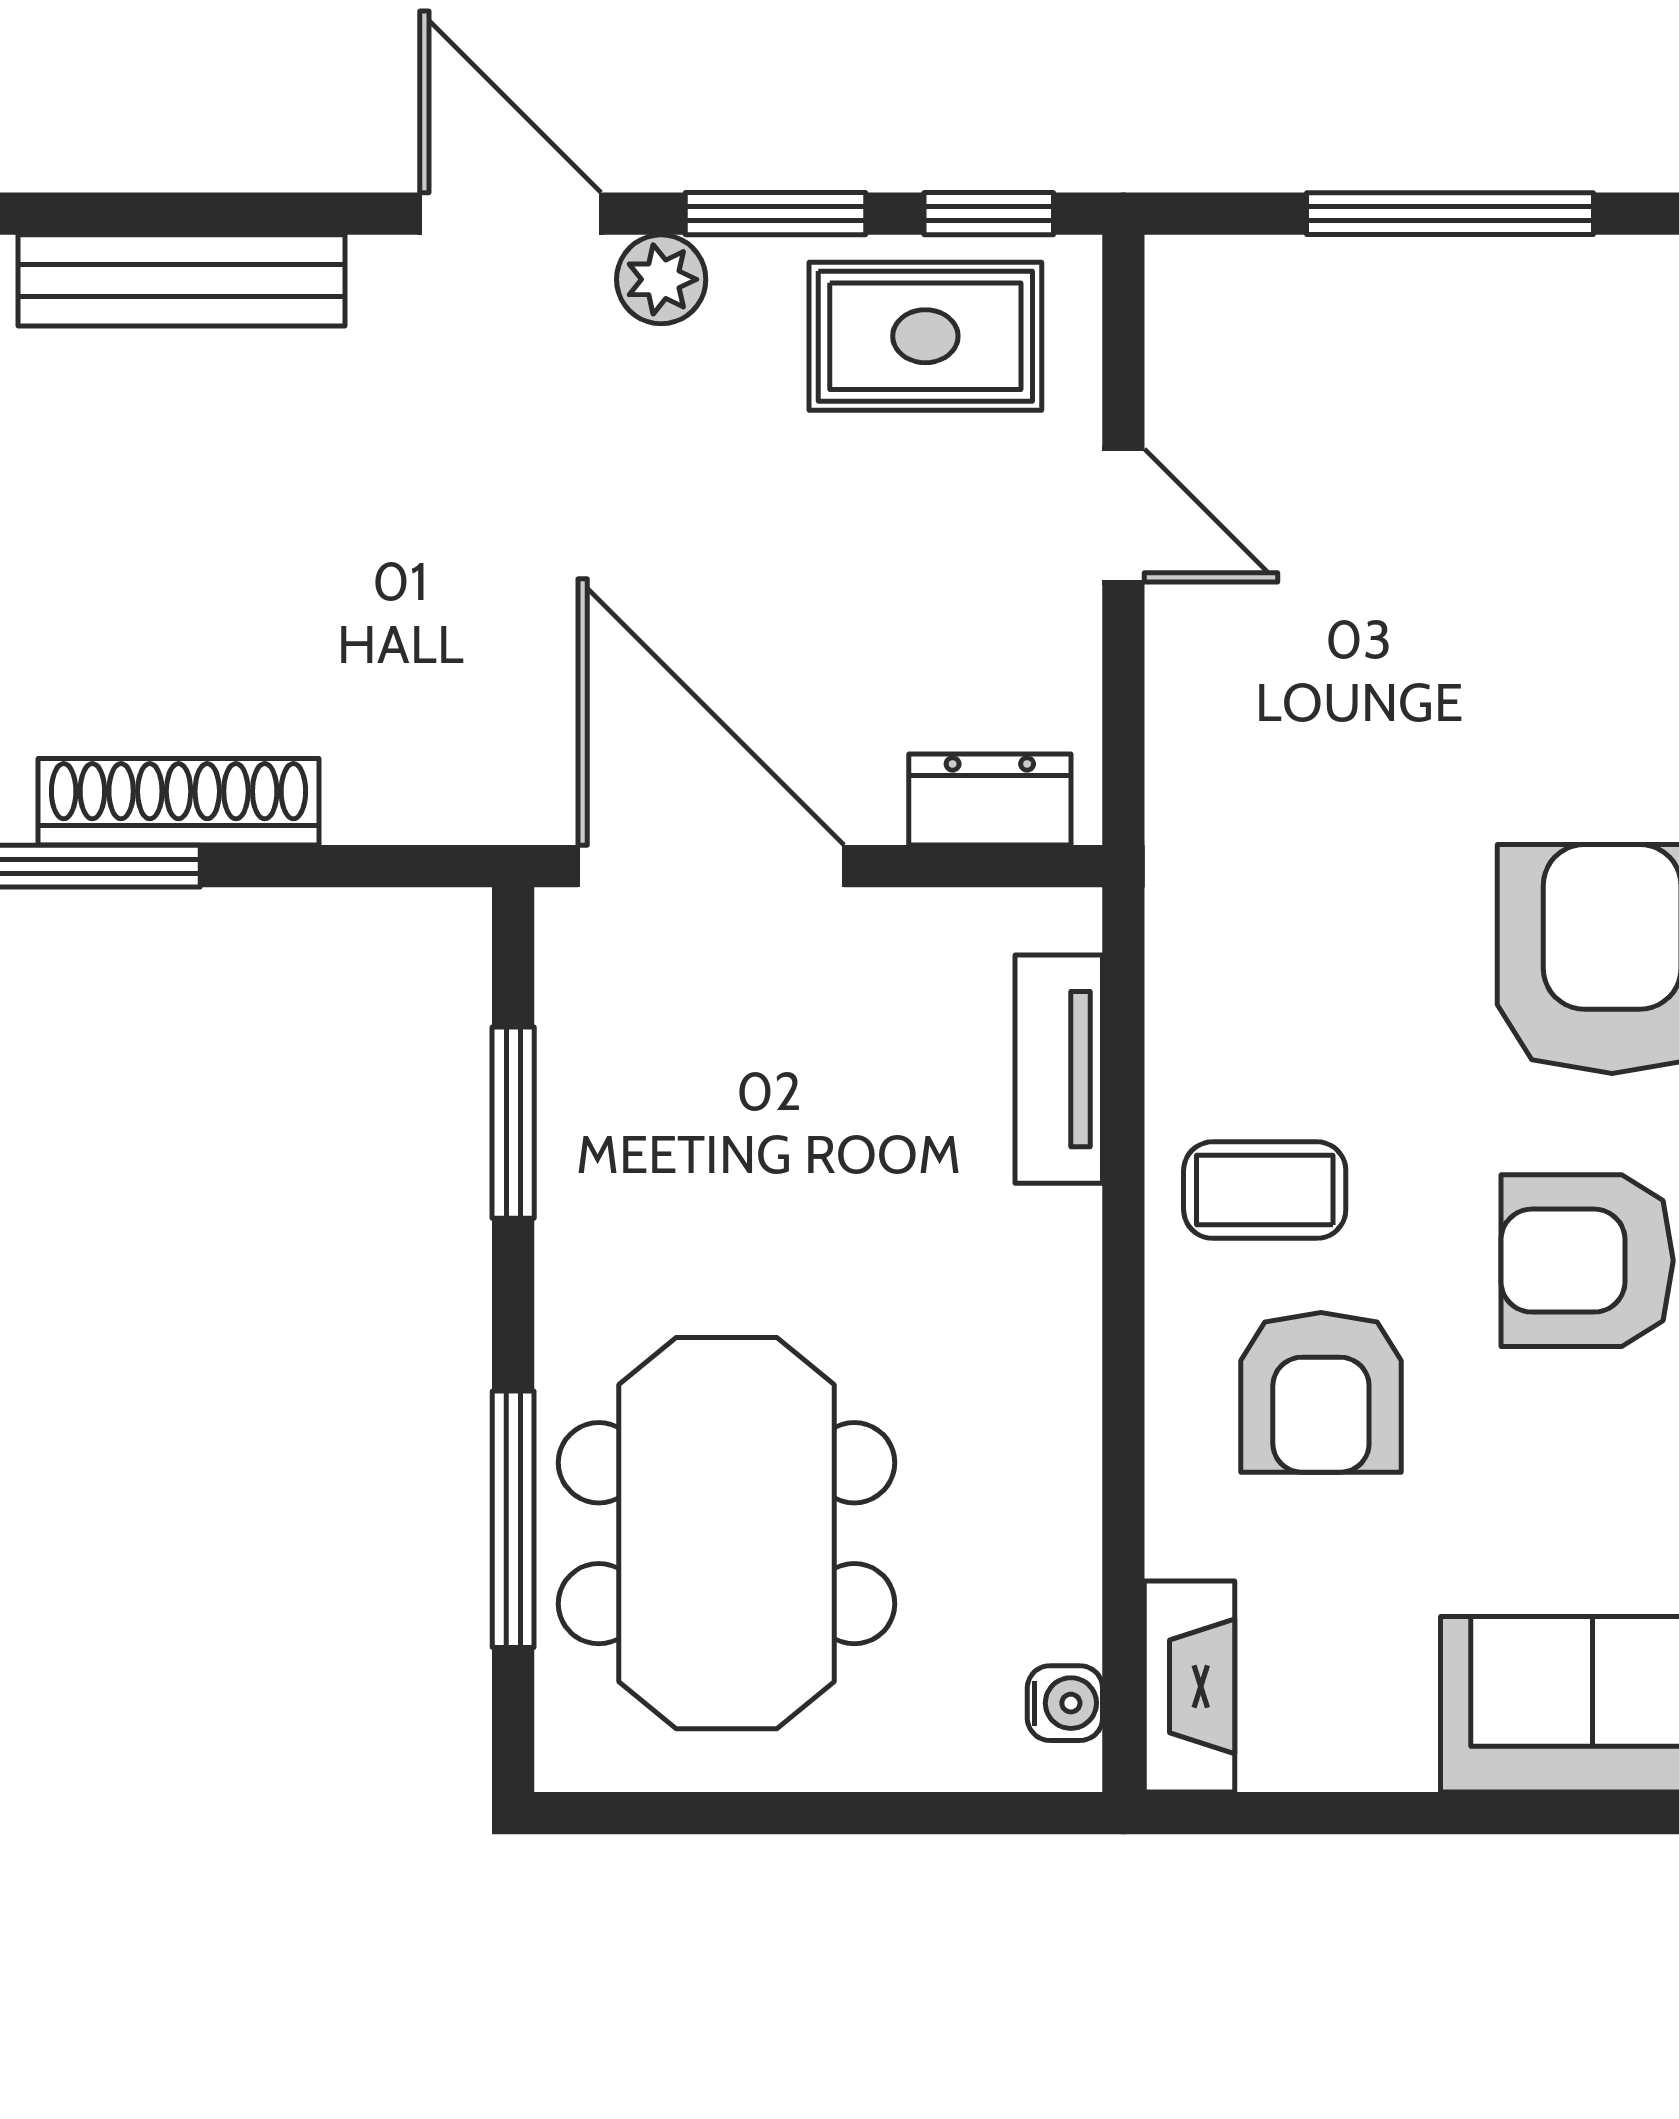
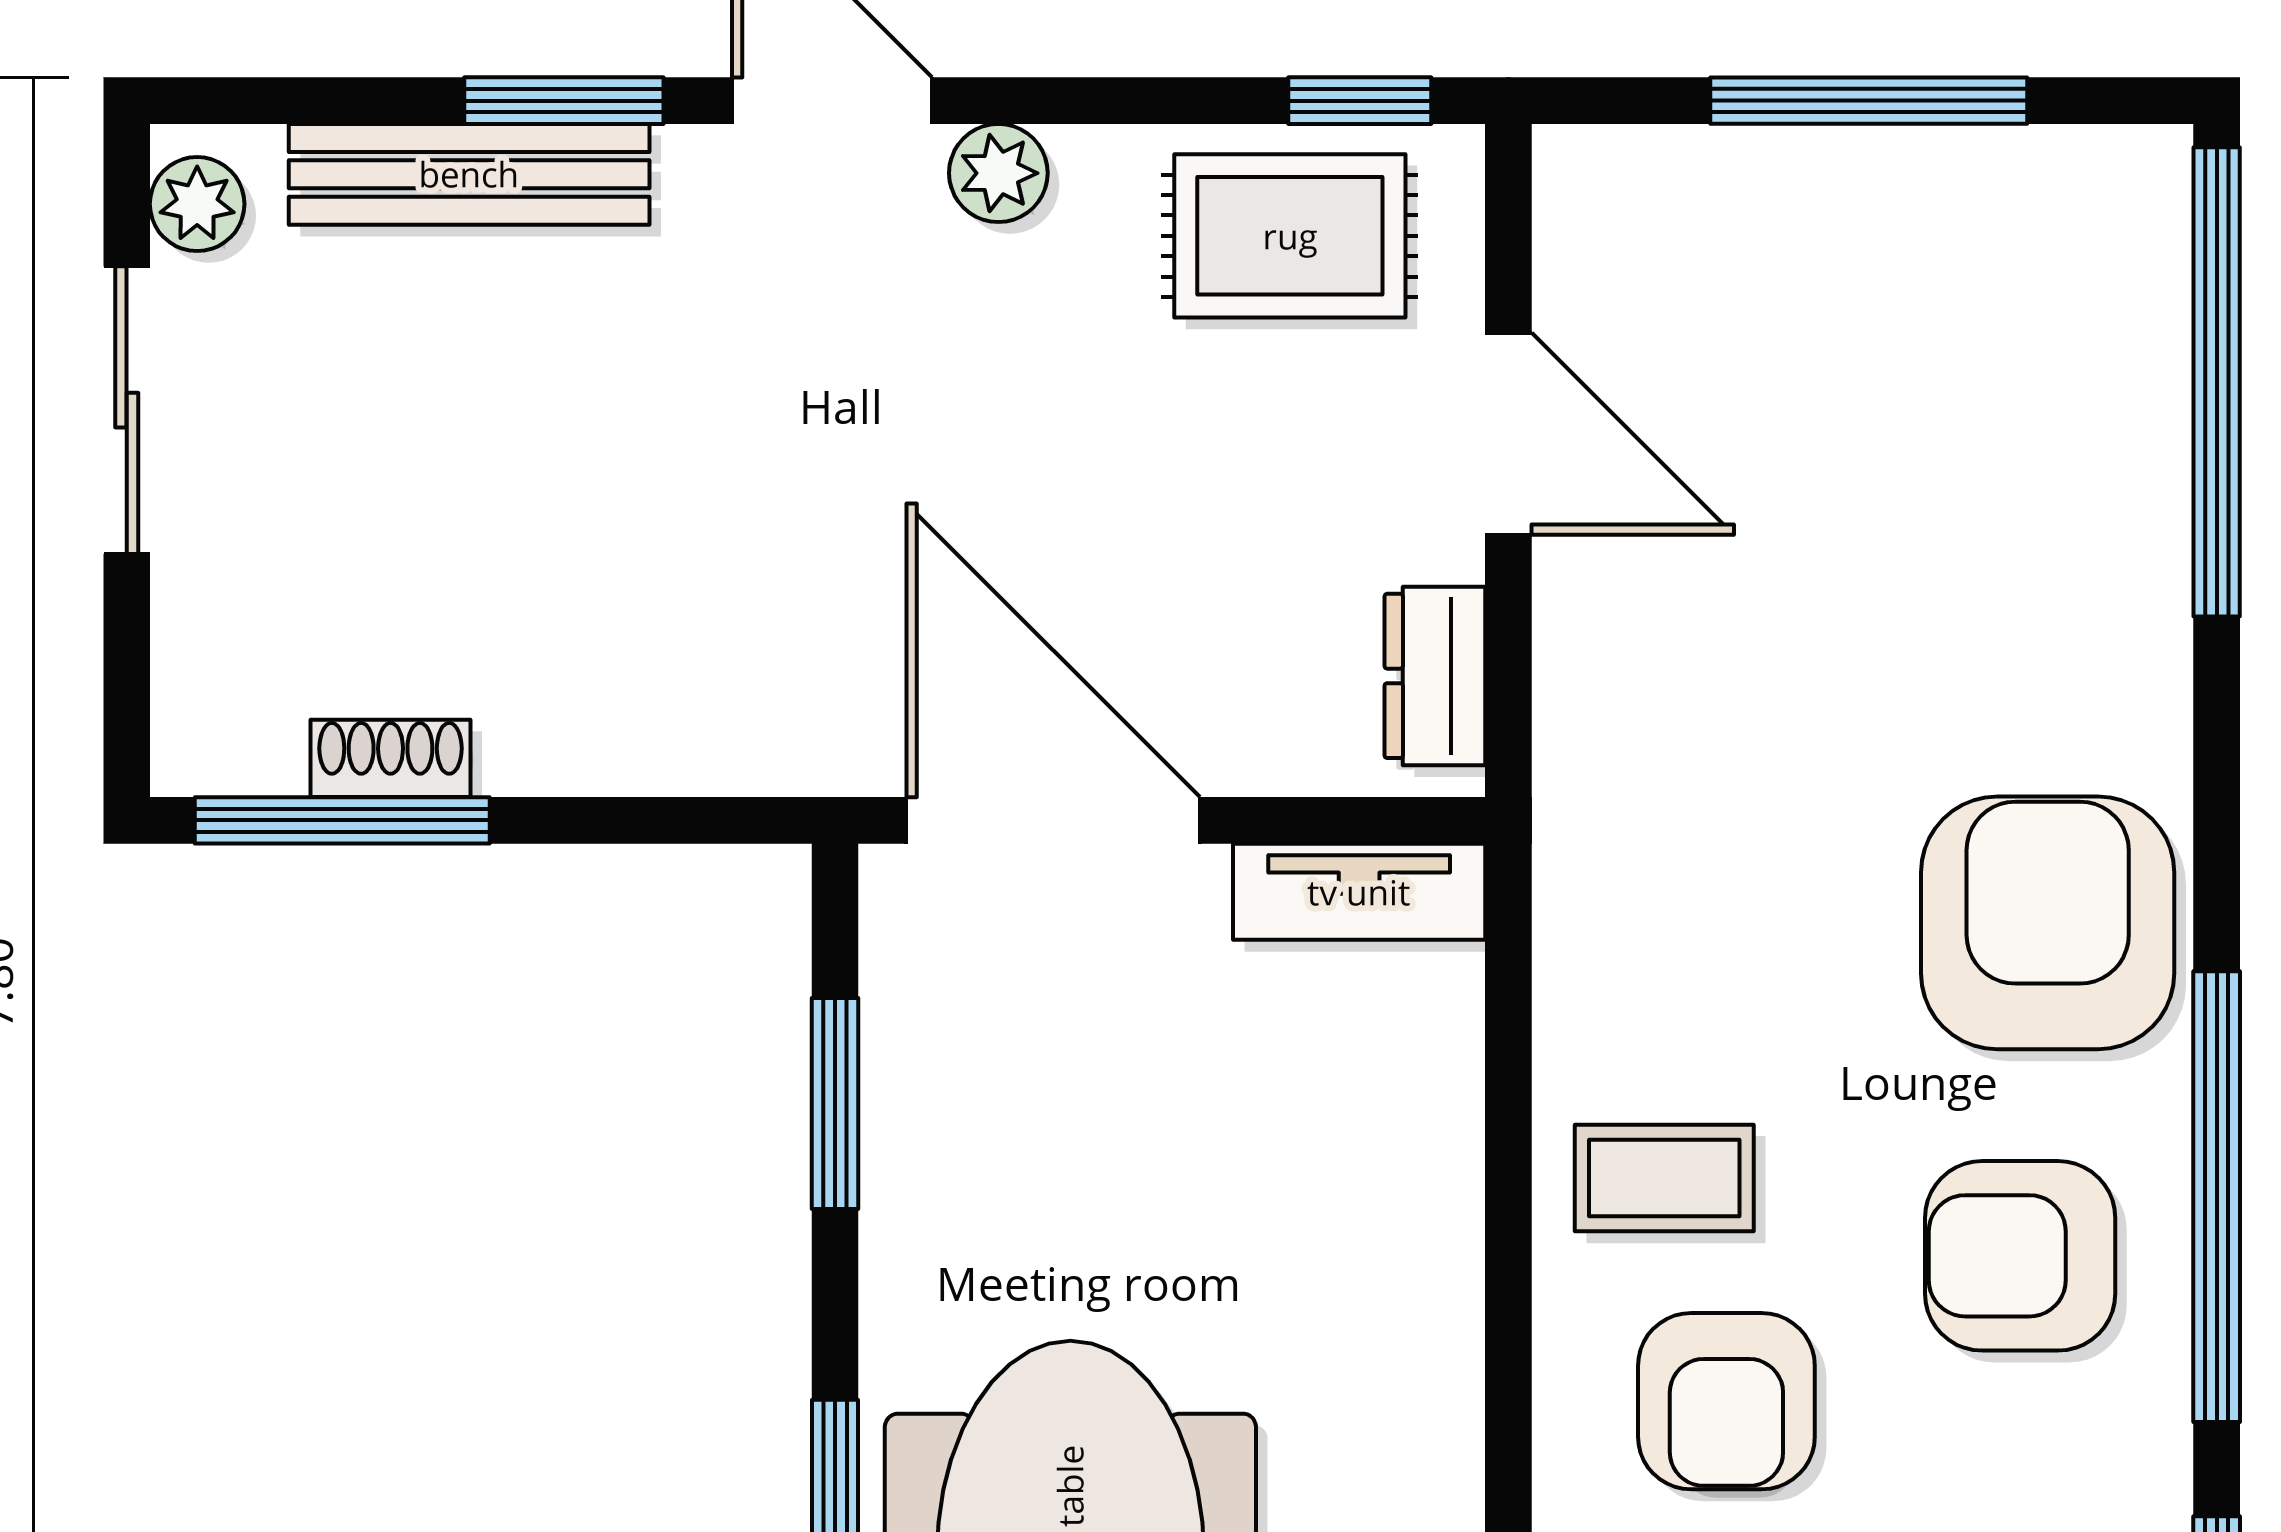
window: (775, 214) -> (564, 101), moved
door: (1123, 516) -> (1508, 434), width x1.38
dresser: (990, 799) -> (1435, 676), moved, turned -90
shoe rack: (179, 802) -> (391, 758), width x0.51, depth x0.81
tv unit: (1059, 1069) -> (1359, 892), moved, turned -90

